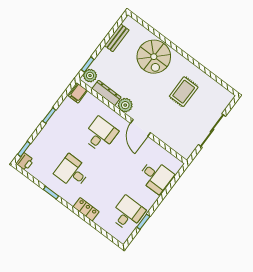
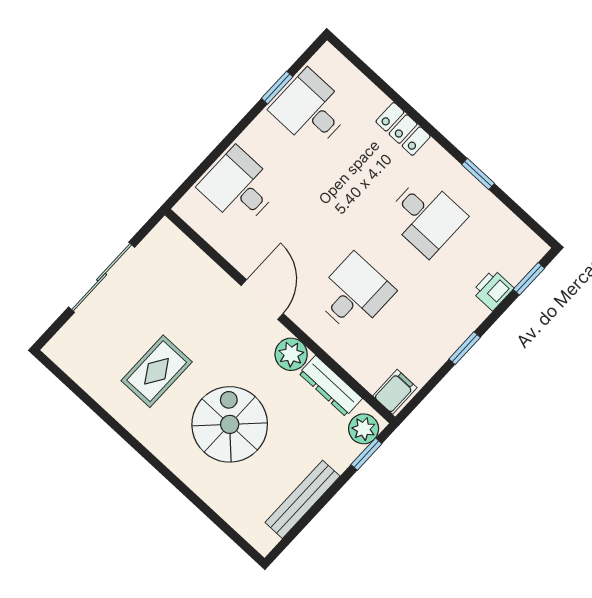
bench: (117, 38) -> (302, 499), width x1.36
spiral stairs: (154, 57) -> (230, 424), moved
desk: (100, 135) -> (354, 294), turned 180
printer: (25, 162) -> (493, 290), moved
desk: (128, 214) -> (311, 110), turned 90

